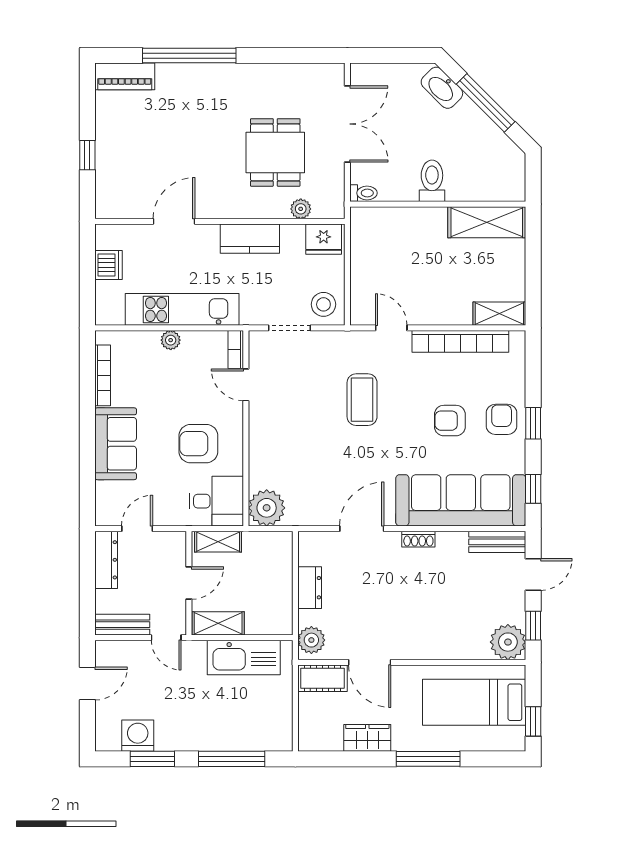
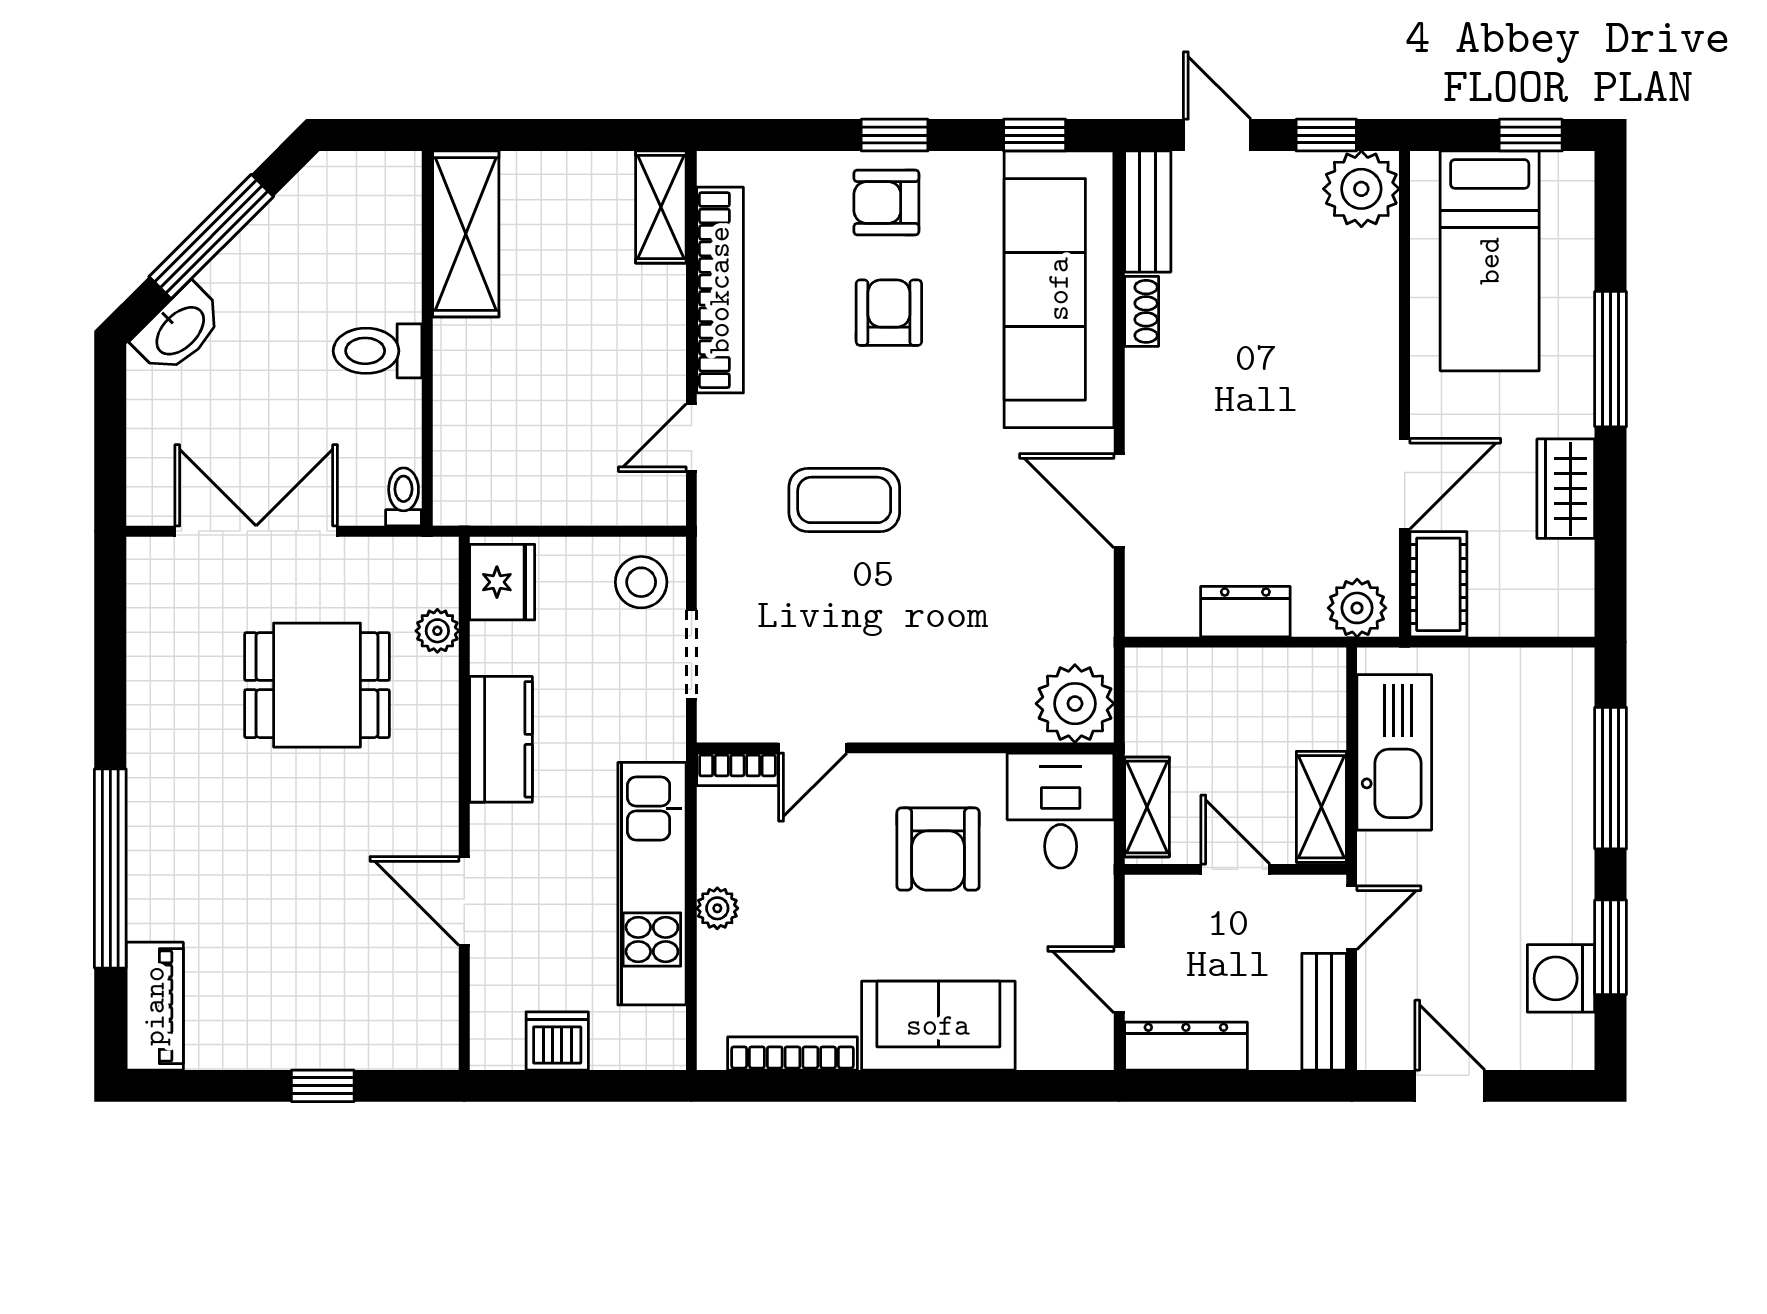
armchair: (450, 421) -> (889, 313), turned 180
shoe rack: (418, 539) -> (1142, 311), moved

